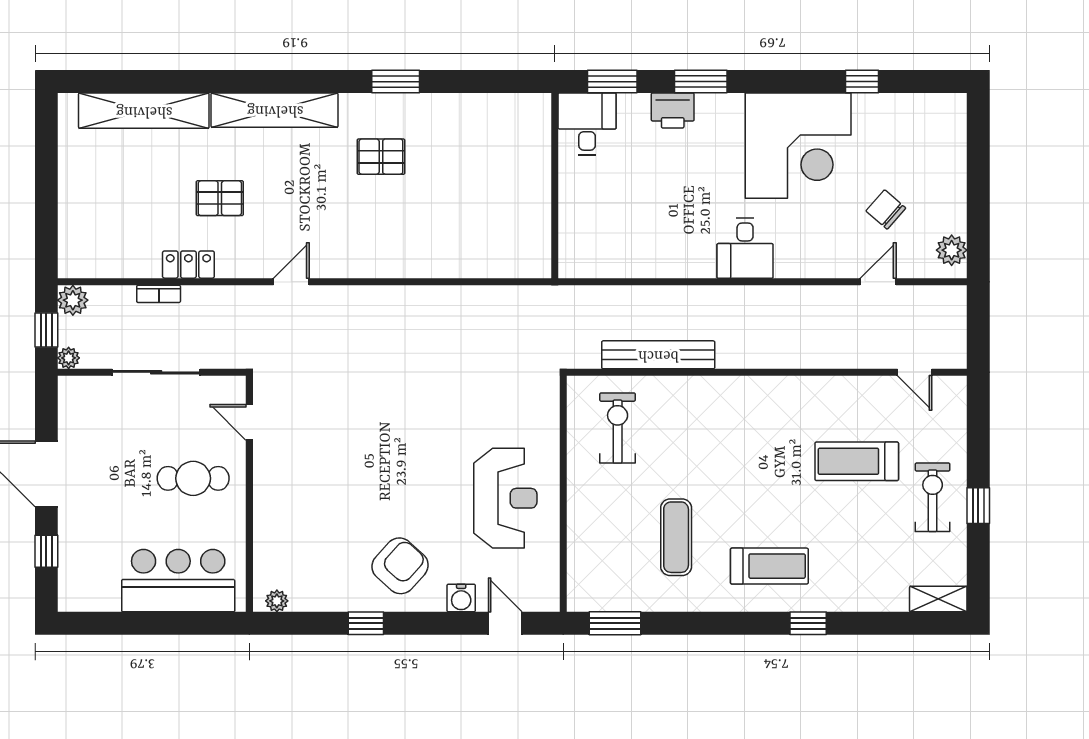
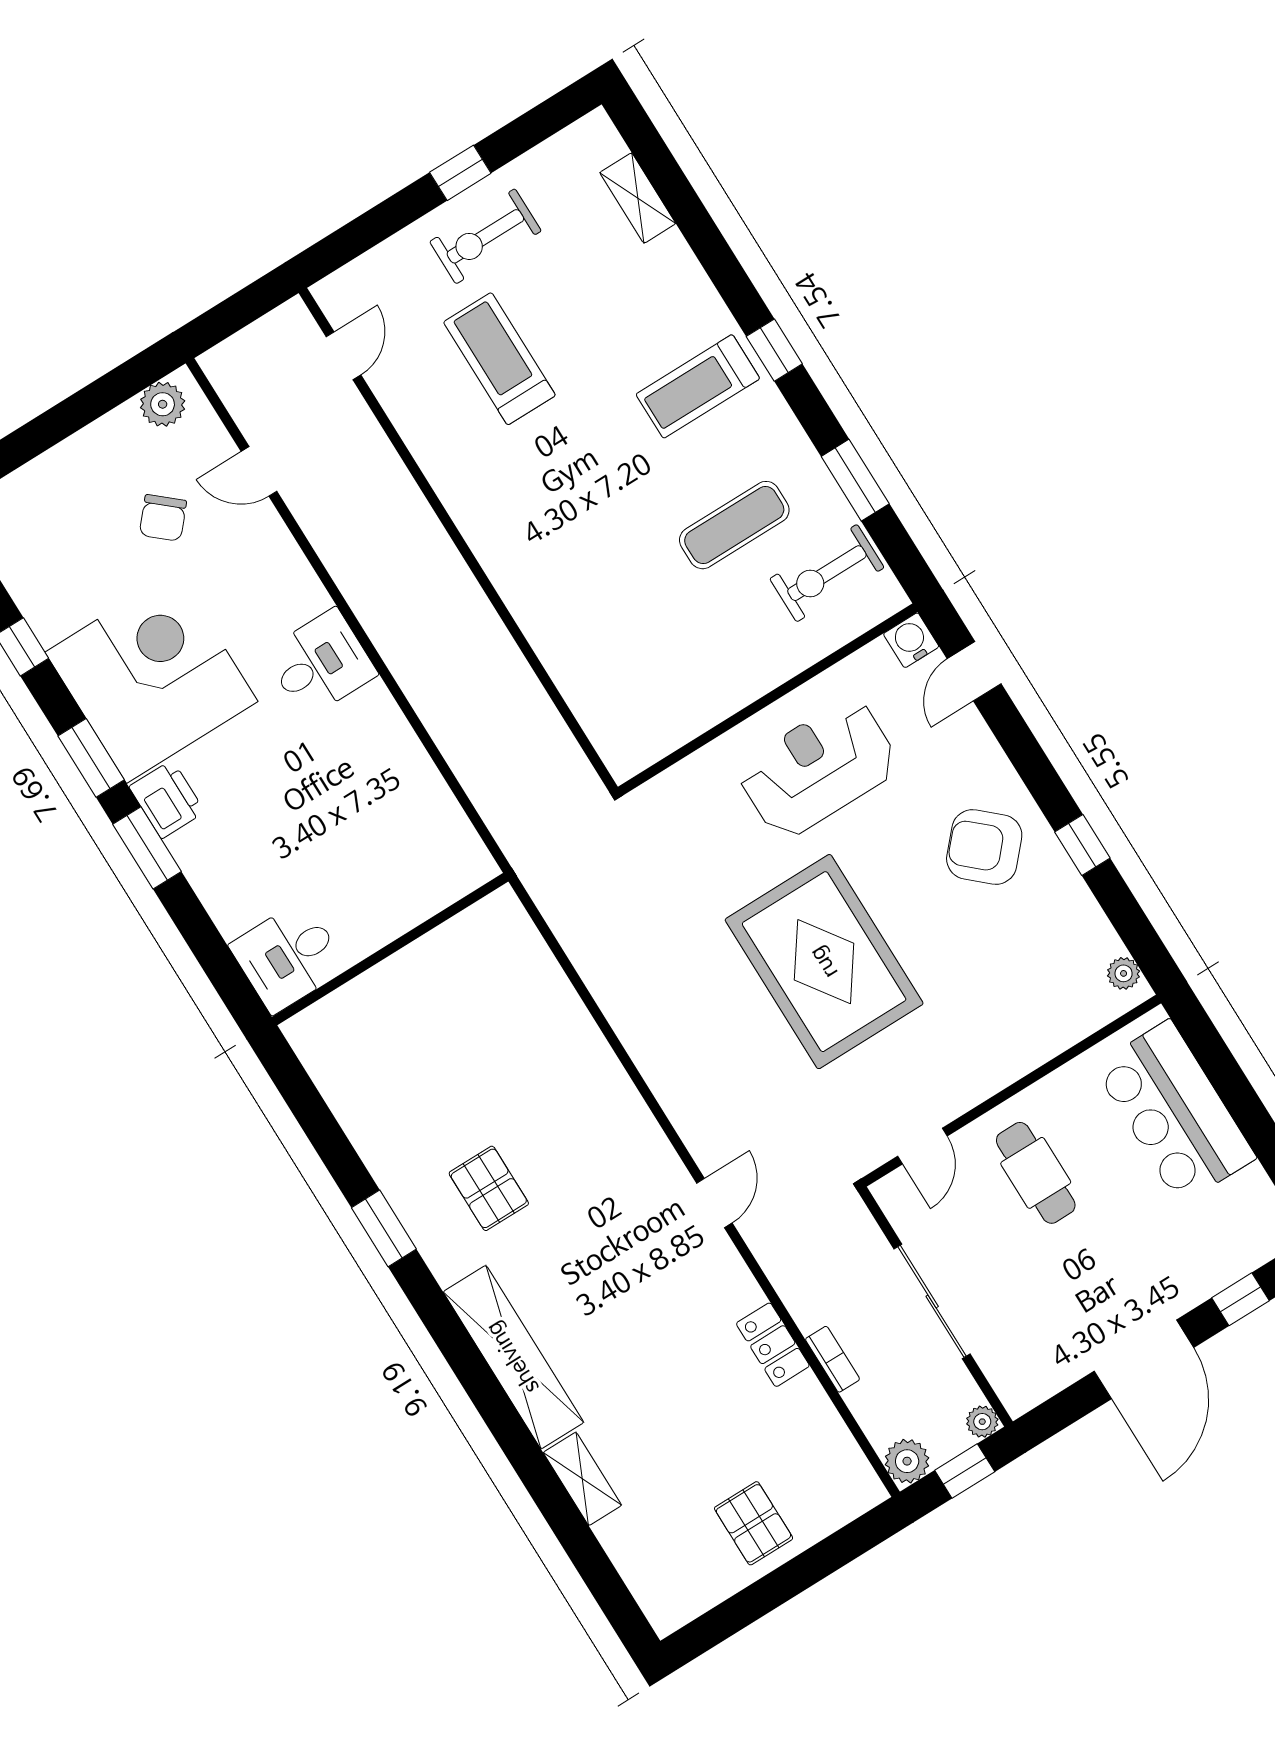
window: (612, 82) -> (91, 758), moved
printer: (673, 110) -> (167, 799), moved
shelving: (144, 111) -> (582, 1479), width x0.45, depth x0.75
pallet: (220, 198) -> (754, 1523), moved
door: (291, 282) -> (714, 1203), swing flipped
bench: (658, 355) -> (521, 689), removed
exercise bike: (618, 428) -> (827, 573), moved
rug: (391, 432) -> (824, 962), added
treadmill: (857, 461) -> (499, 359), turned 180
treadmill: (769, 566) -> (698, 386), turned -90
water cooler: (461, 598) -> (911, 640), moved, turned -90
shelving: (938, 599) -> (638, 198), moved
window: (615, 623) -> (855, 480), moved
window: (808, 623) -> (774, 350), moved

